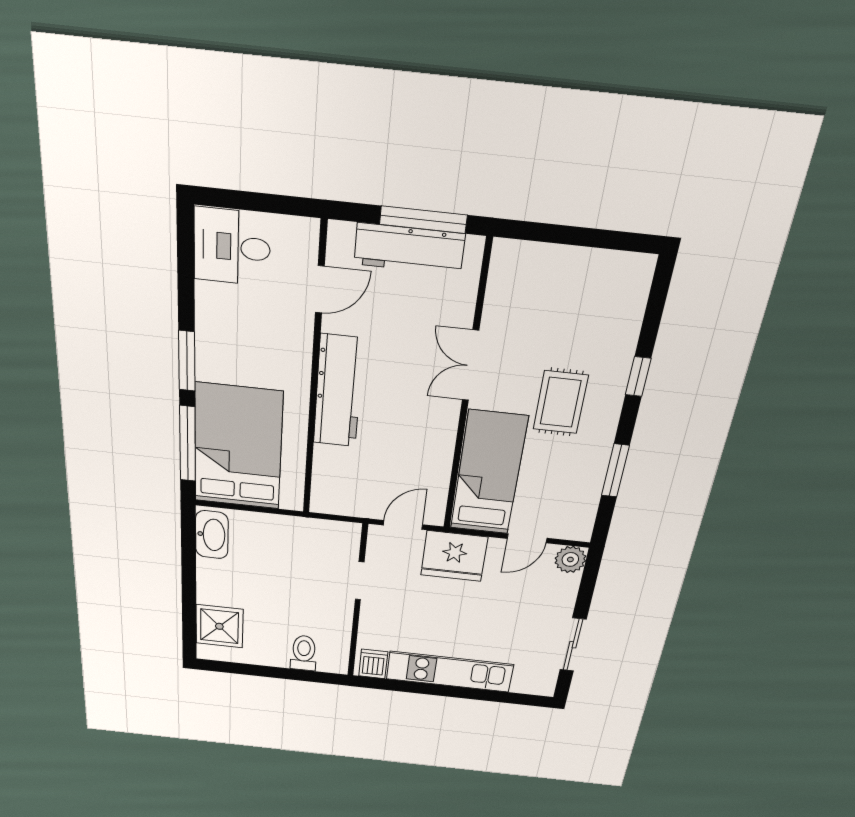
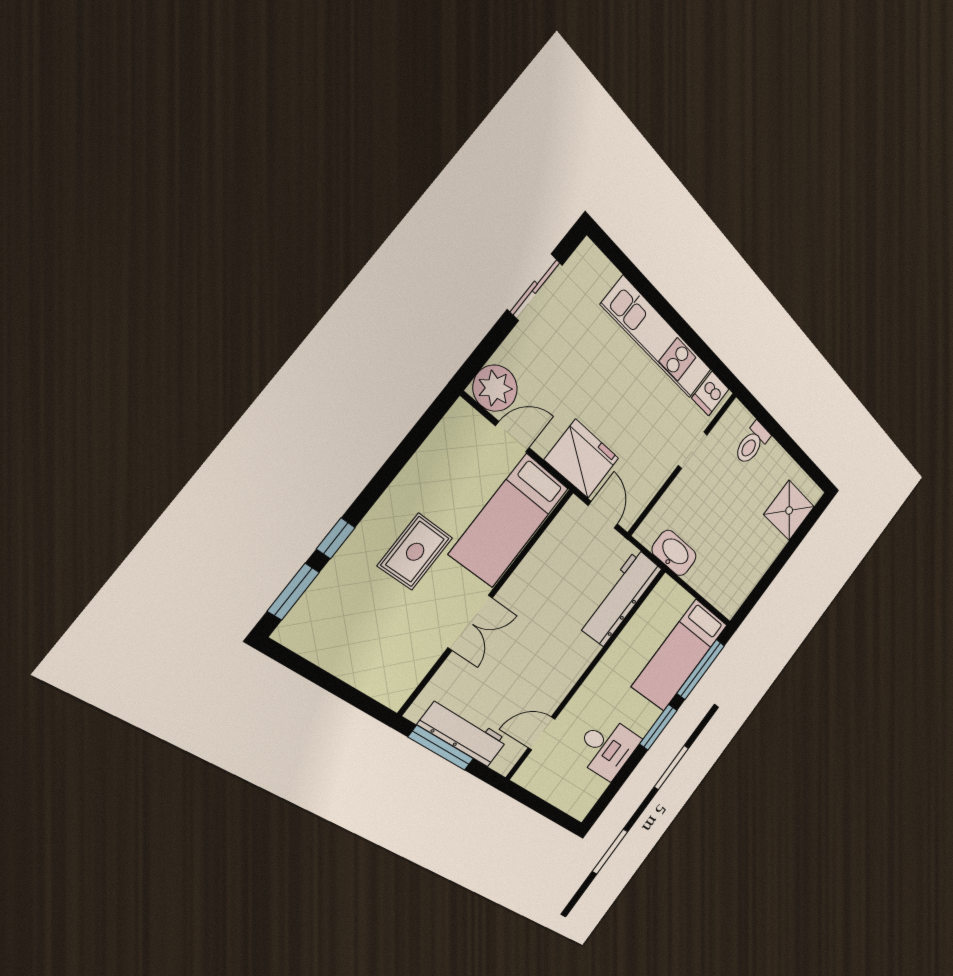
desk: (232, 247) -> (607, 748), moved
workbench: (338, 391) -> (620, 598), moved
bed: (238, 447) -> (680, 655), width x0.67
window: (615, 471) -> (293, 592), moved
door: (403, 525) -> (603, 515), swing flipped
washbasin: (212, 535) -> (674, 553), moved, turned 90
plant: (570, 559) -> (495, 388), width x1.36, depth x1.36
doorway: (360, 581) -> (693, 450), moved

